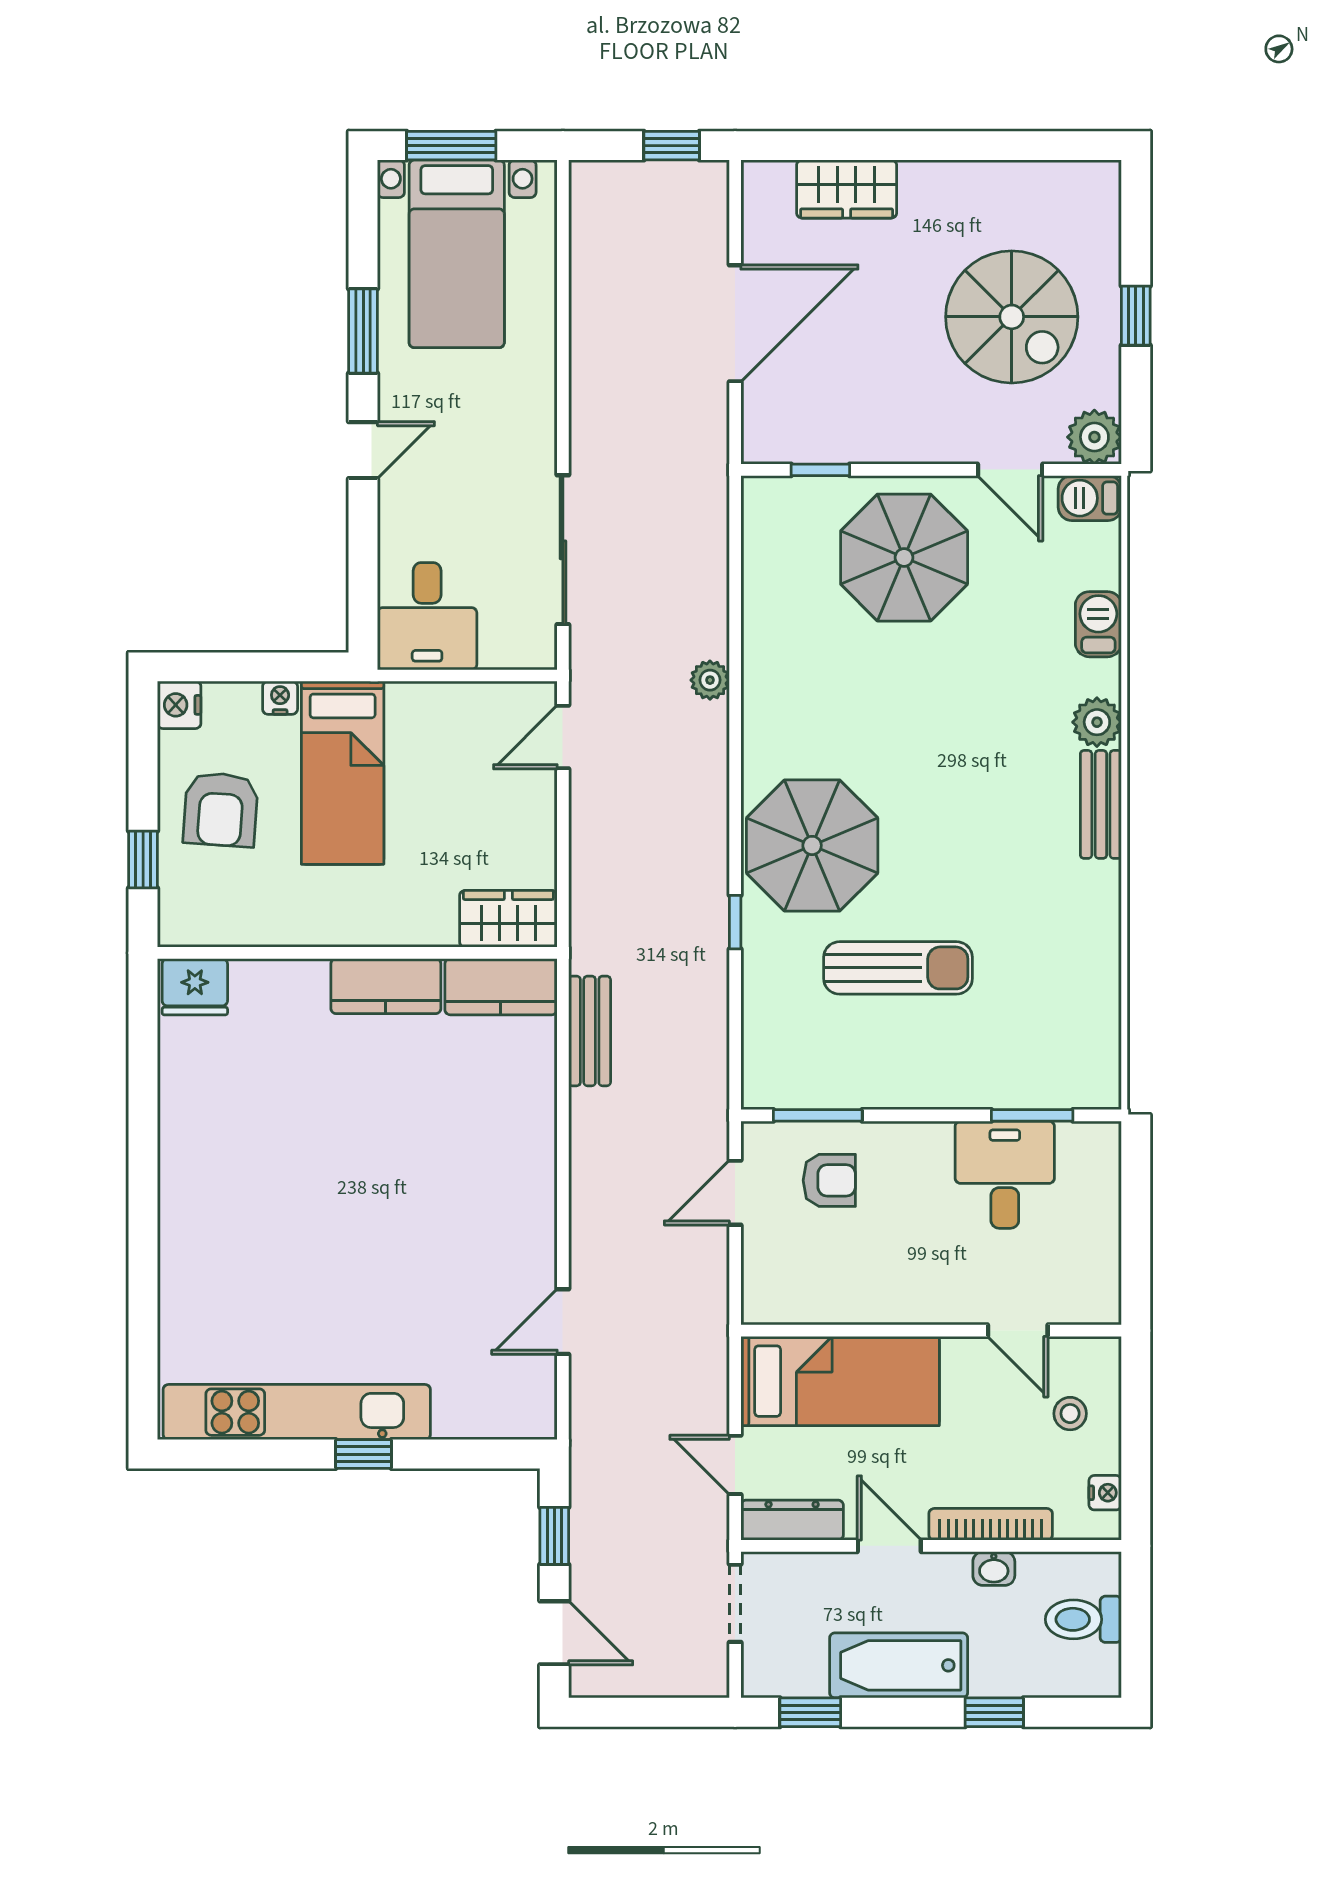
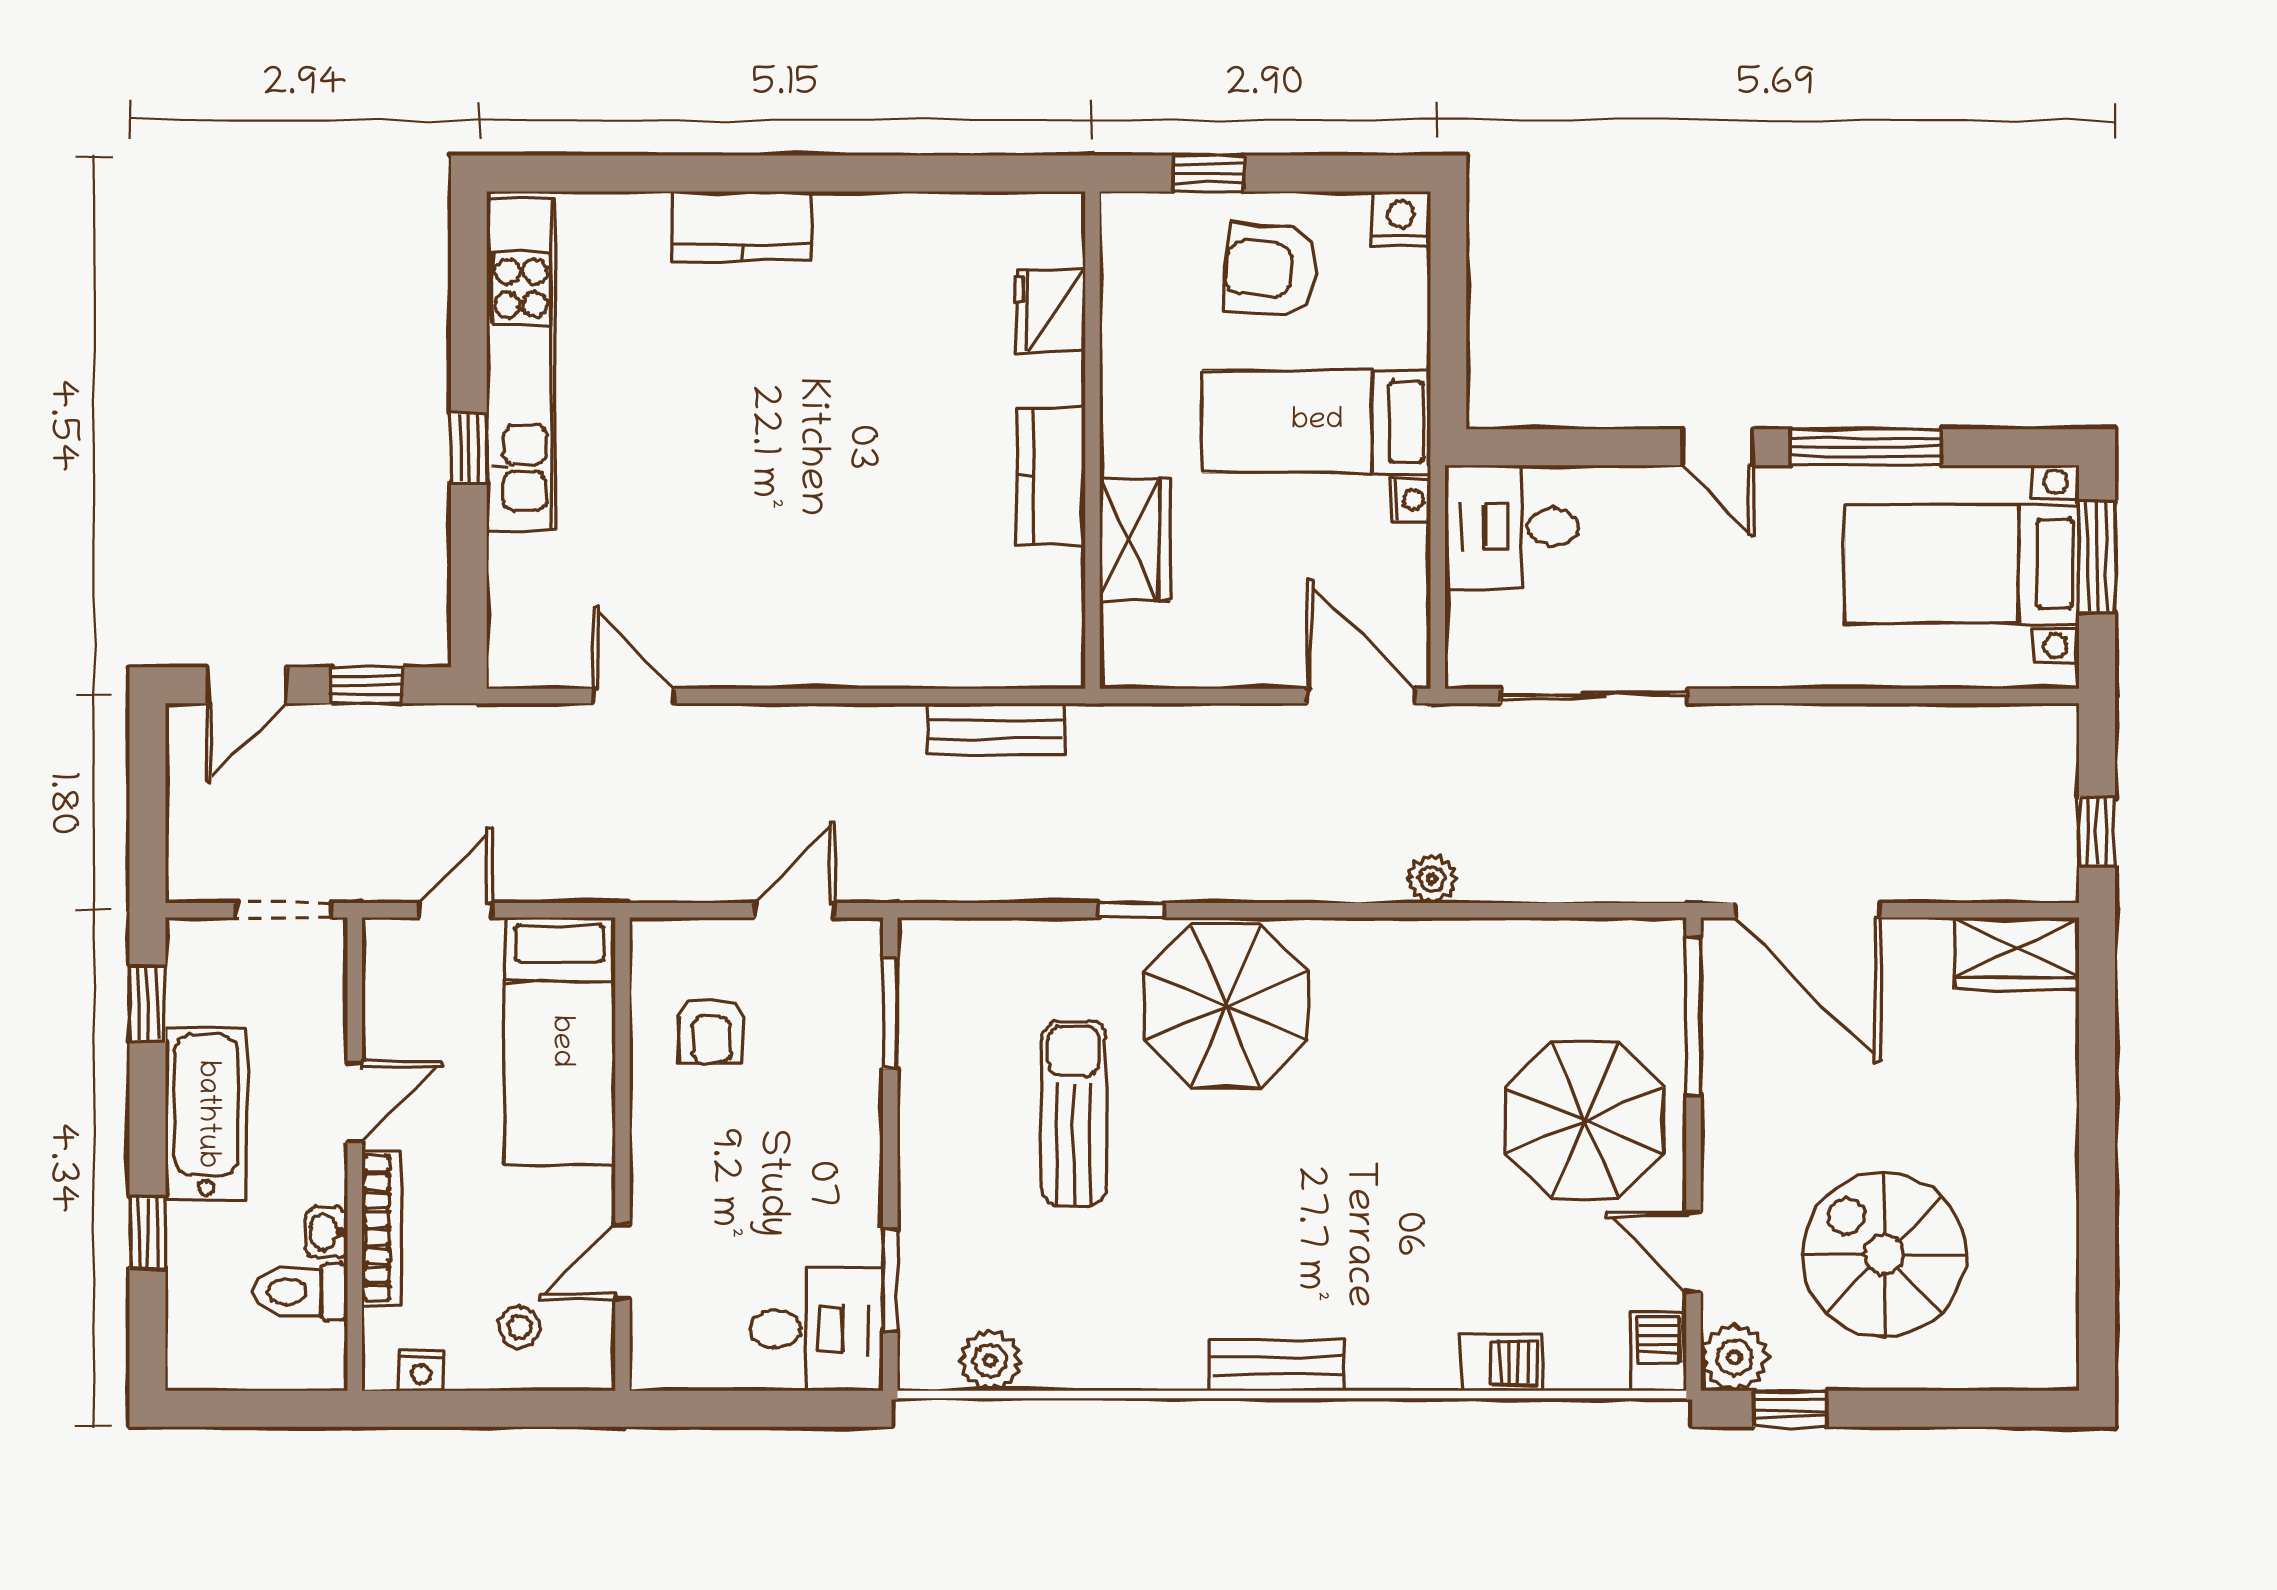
wardrobe: (847, 189) -> (2017, 953), moved, turned -90
window: (1136, 316) -> (1790, 1409), moved
spiral stairs: (1012, 317) -> (1884, 1254), turned 90
door: (735, 323) -> (1808, 910), moved
window: (363, 331) -> (1866, 447), width x1.44
window: (820, 470) -> (1694, 1016), width x2.17
door: (1010, 470) -> (1694, 1252), hinge flipped
nightstand: (280, 698) -> (1410, 500), moved
plant: (1097, 722) -> (990, 1360), moved
door: (563, 737) -> (1361, 696), width x1.38
wardrobe: (508, 919) -> (1135, 540), moved
sun lounger: (898, 968) -> (1074, 1113), turned 180
fridge: (195, 987) -> (1050, 311), moved
kitchen counter: (501, 987) -> (742, 226), moved, turned -90
desk: (1005, 1175) -> (816, 1329), moved
armchair: (829, 1180) -> (712, 1031), moved
door: (735, 1193) -> (794, 910), hinge flipped
dresser: (792, 1520) -> (387, 981), removed
toilet: (1083, 1619) -> (300, 1292), moved, turned -90

